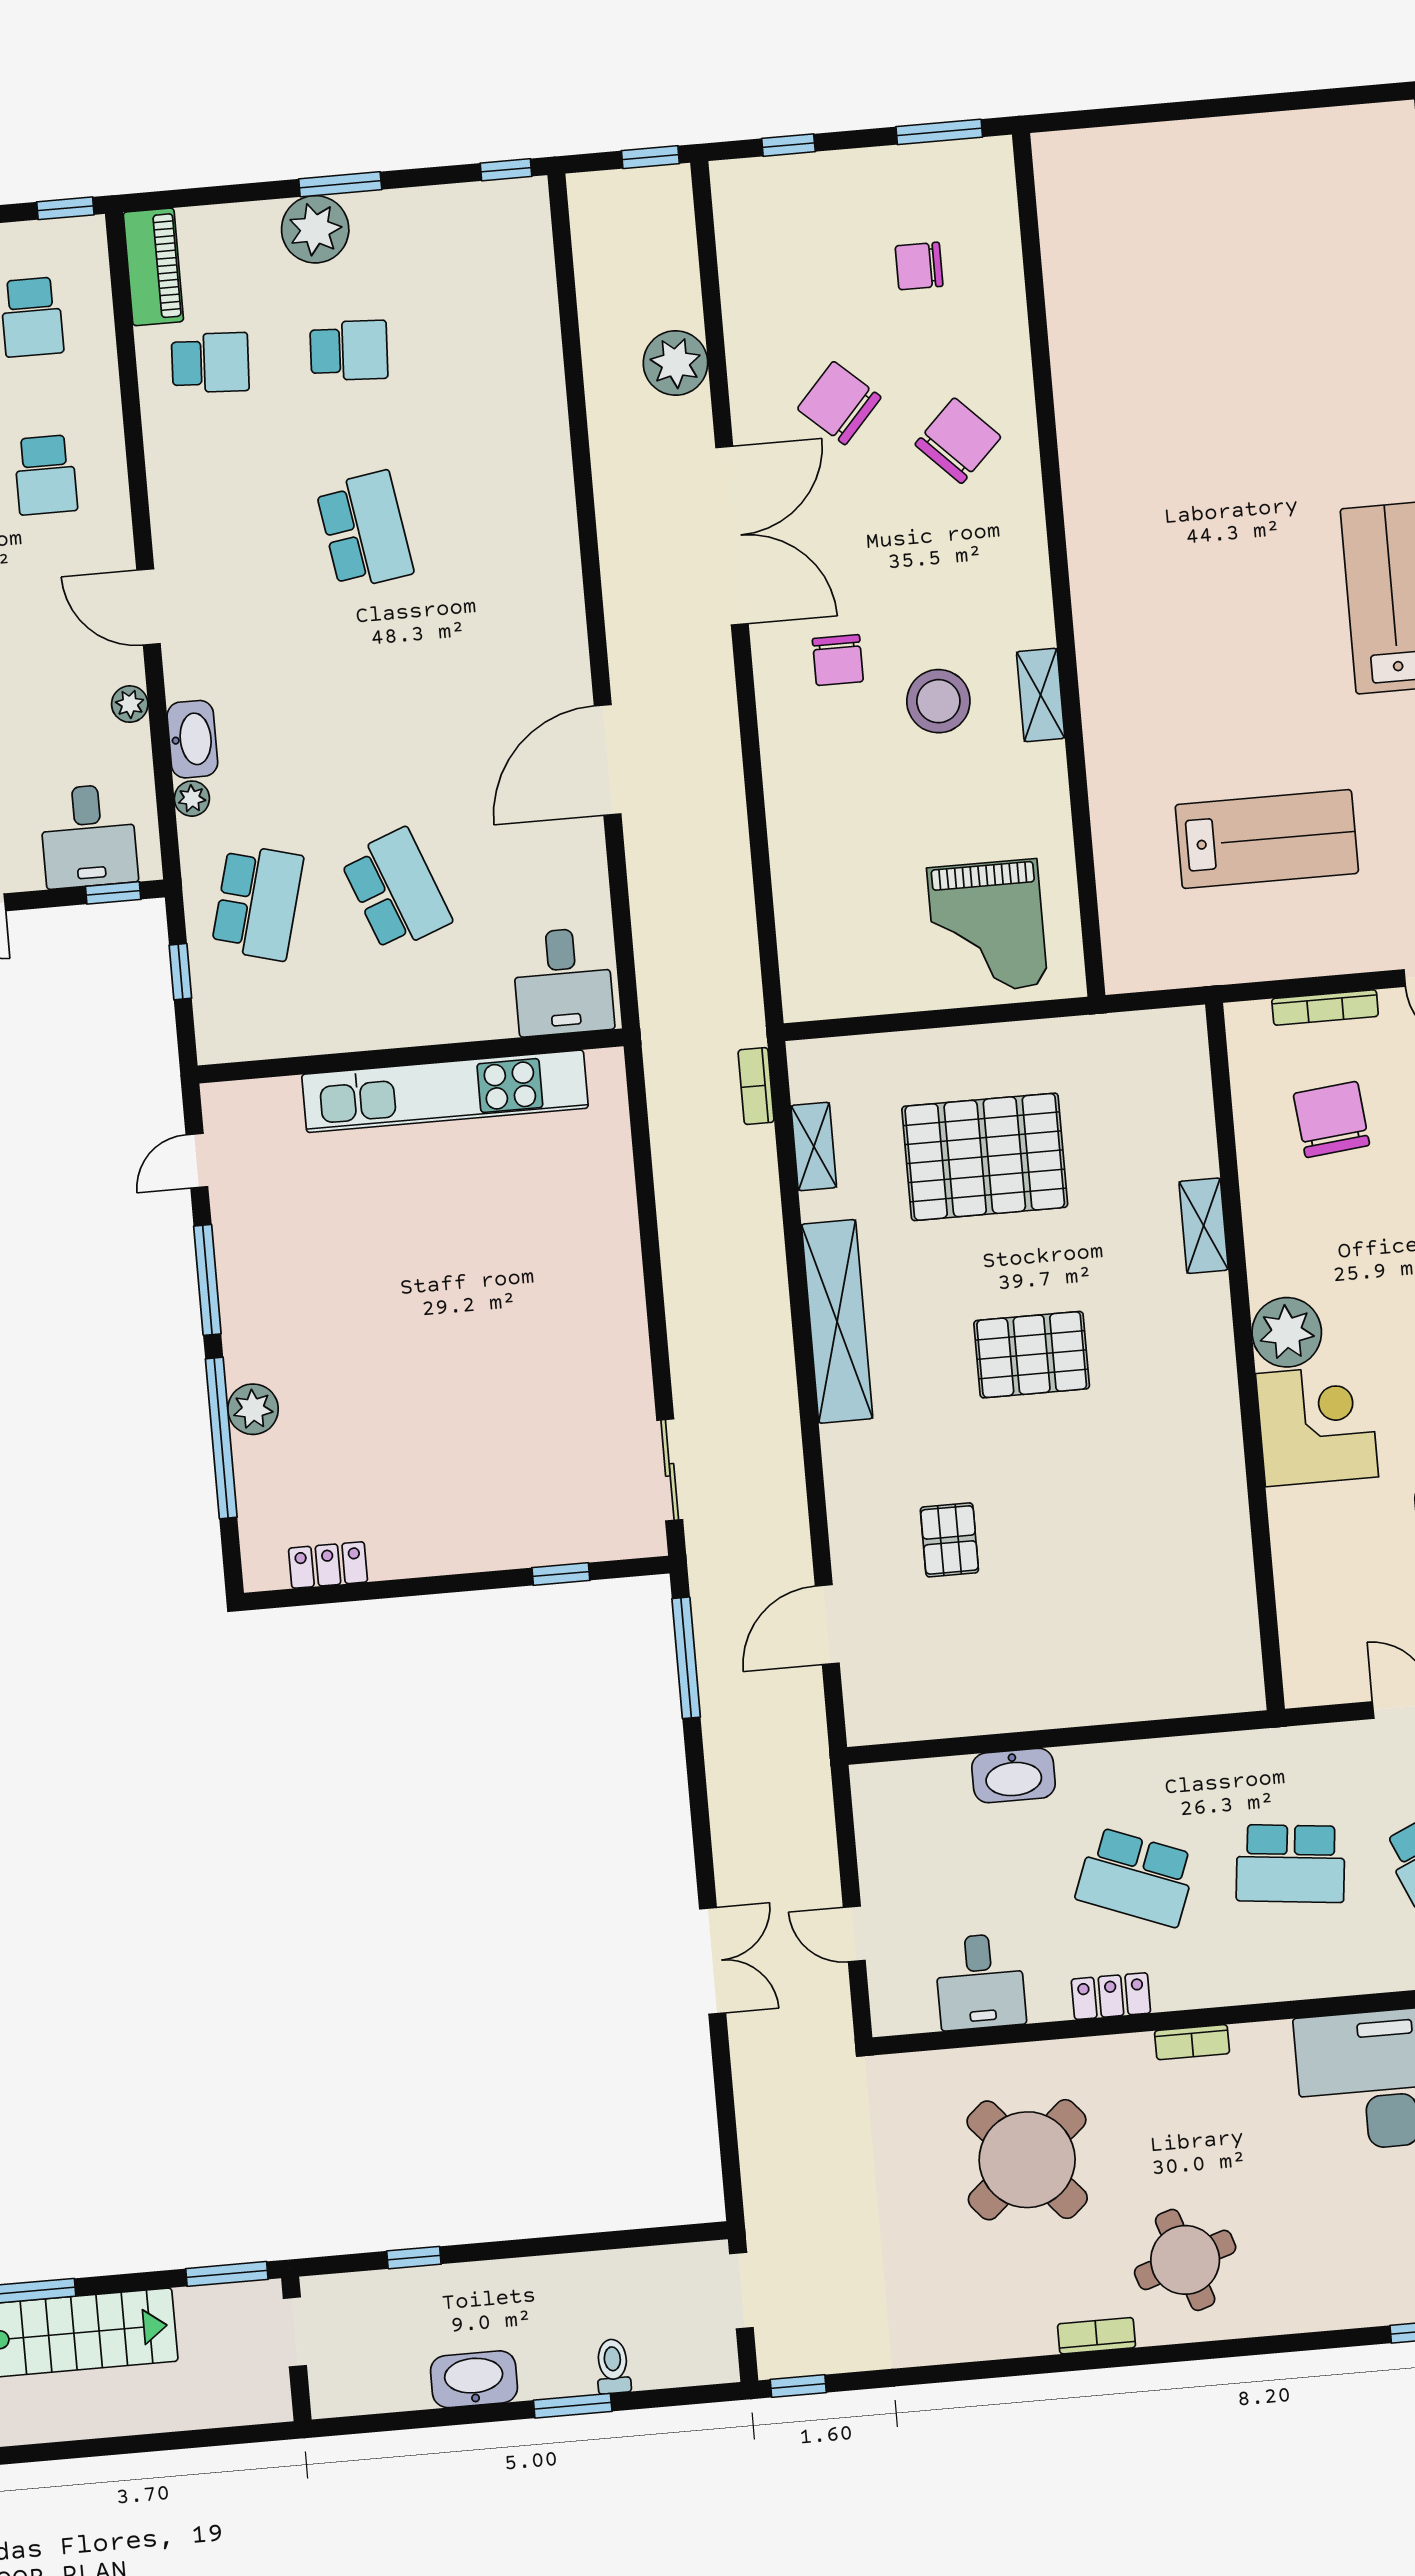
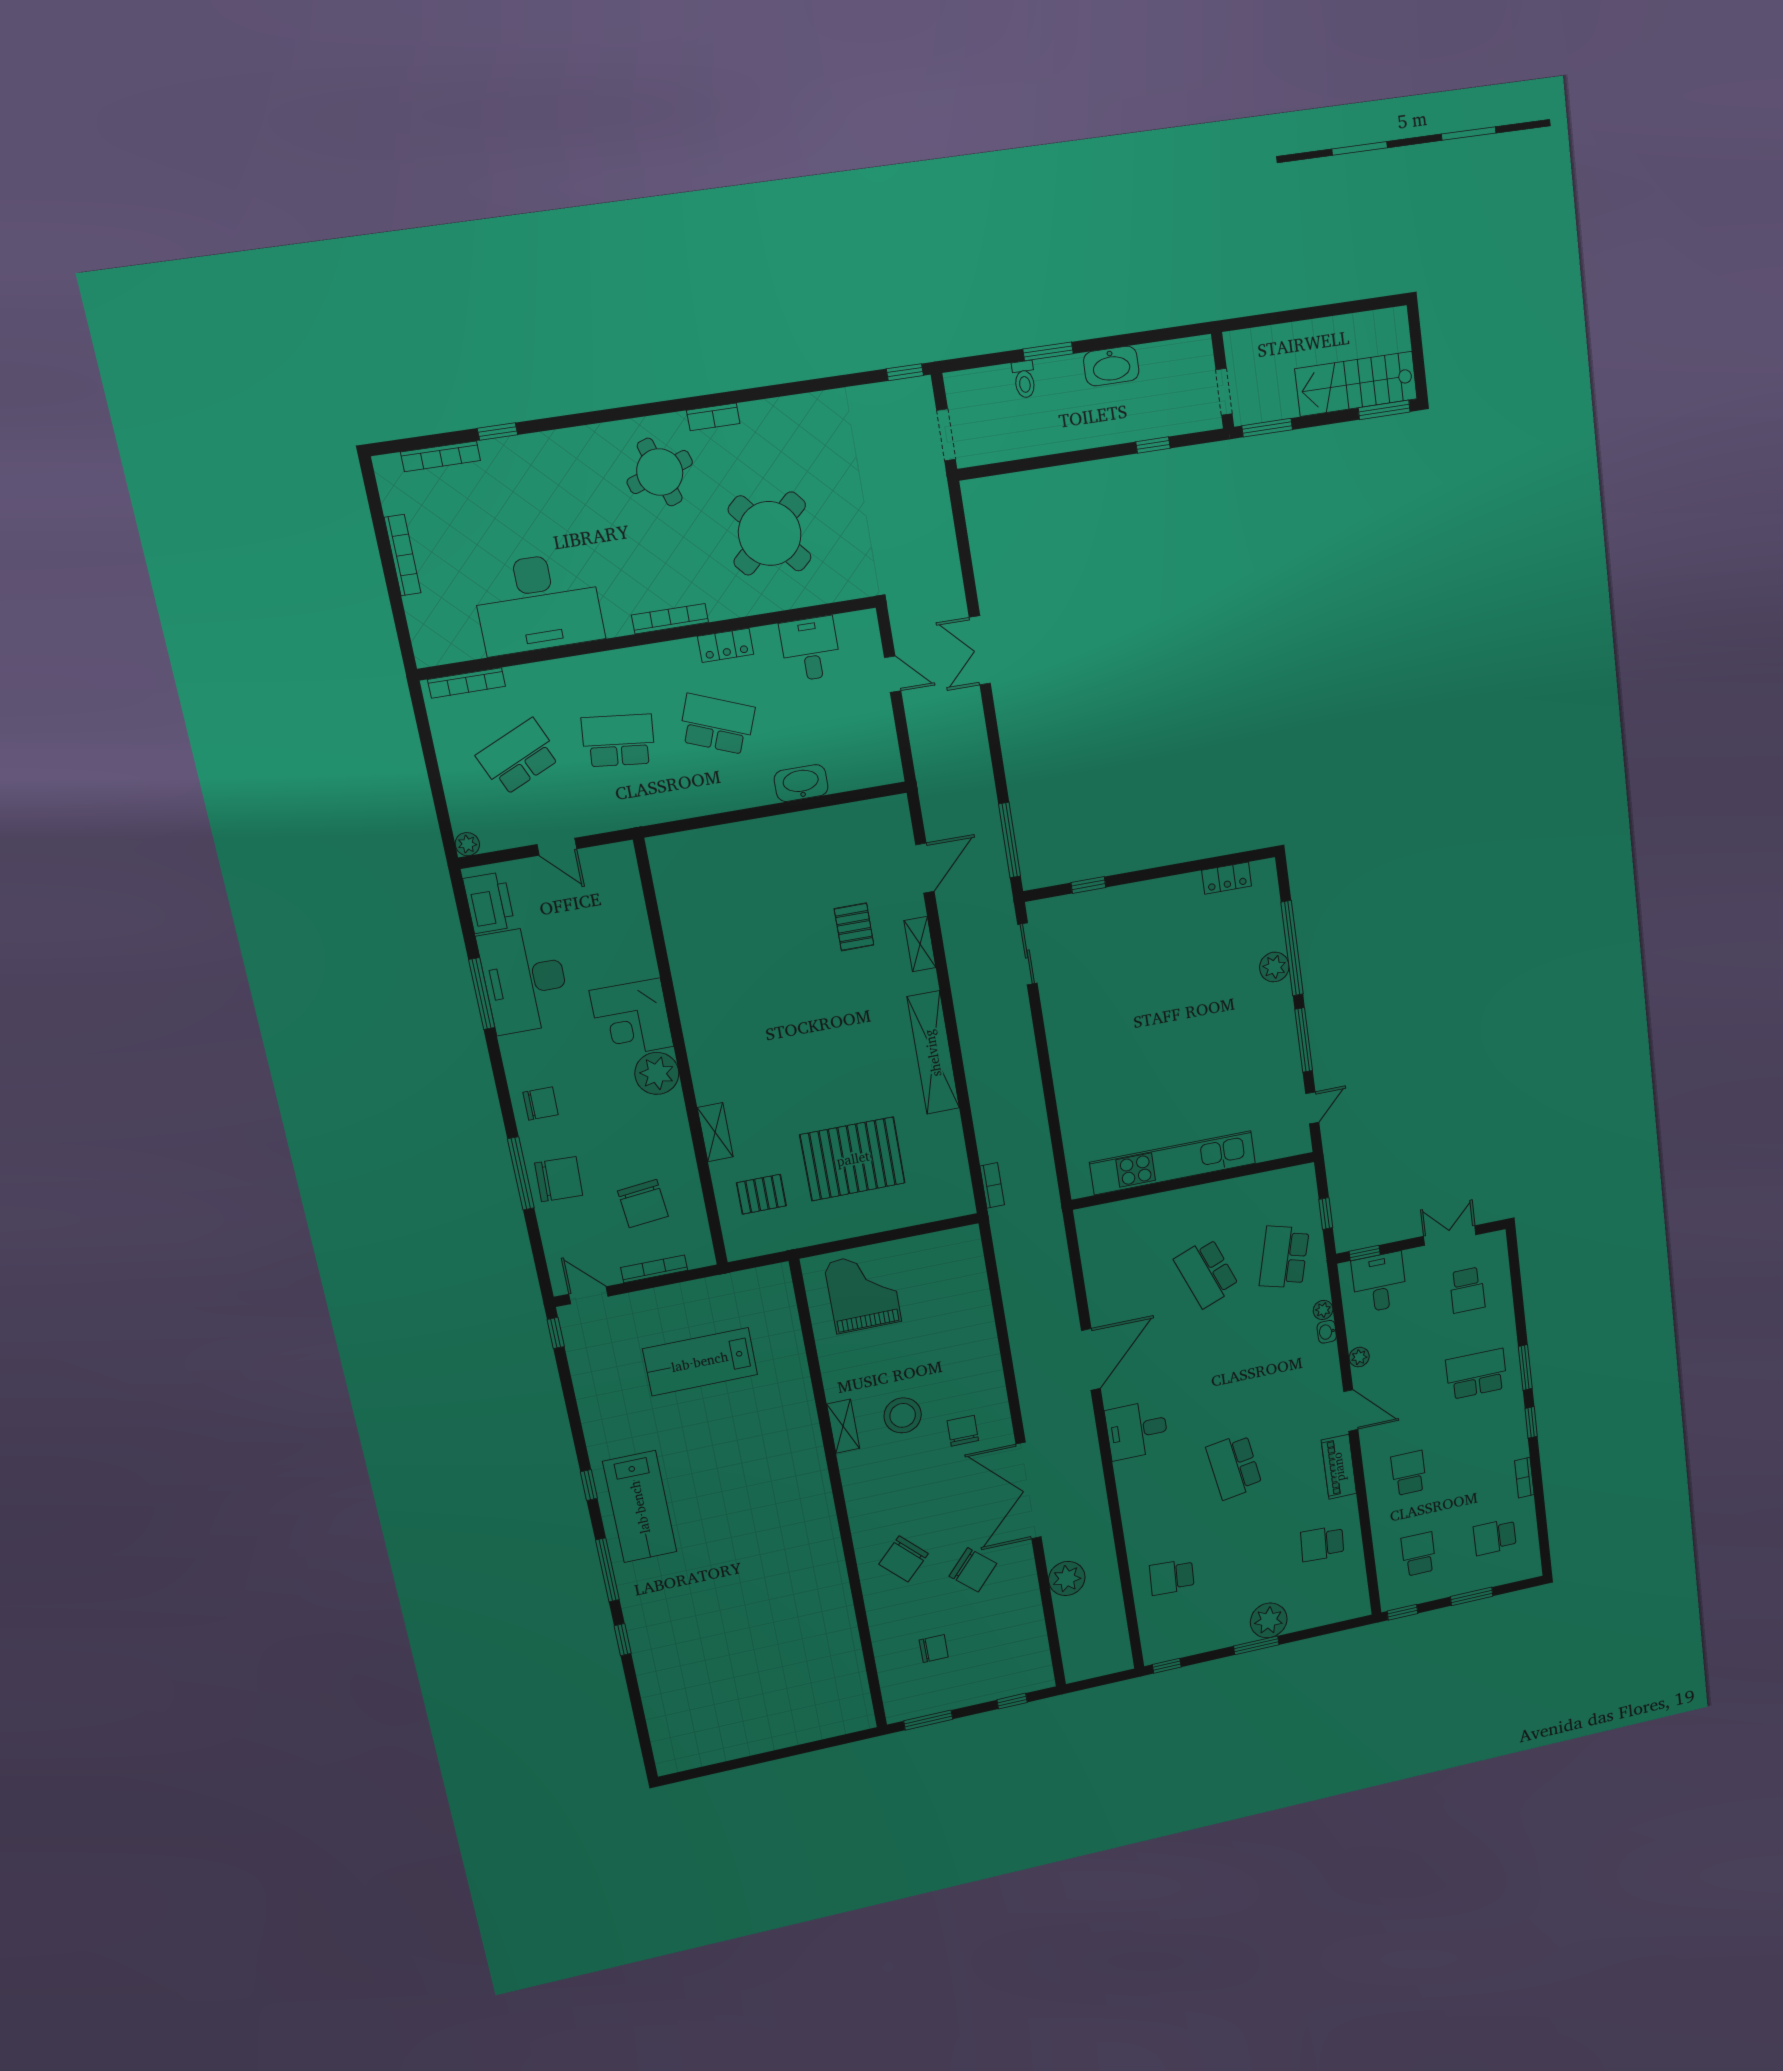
window: (650, 157) -> (1088, 1684), removed
piano: (153, 267) -> (1339, 1467), moved
school desk: (349, 350) -> (1172, 1577), moved
washbasin: (192, 739) -> (1327, 1332), width x0.52, depth x0.69
desk: (563, 982) -> (1137, 1430), moved, turned -90
shelving: (814, 1146) -> (920, 944), moved
pallet: (1032, 1355) -> (761, 1194), moved, width x0.67, depth x0.71
bookcase: (1192, 2042) -> (670, 619), width x1.56

